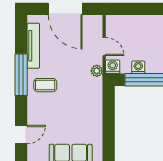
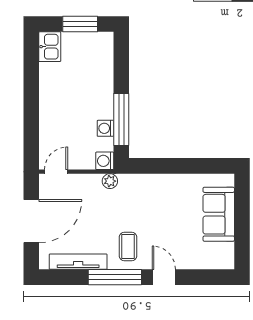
door: (104, 46) -> (56, 172), moved
door: (21, 135) -> (164, 277), moved

